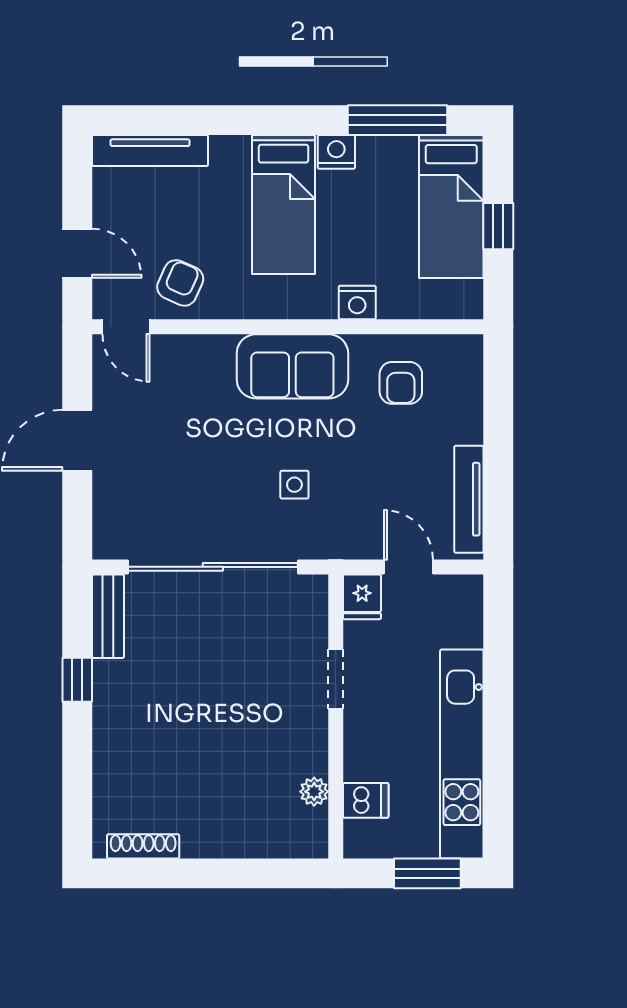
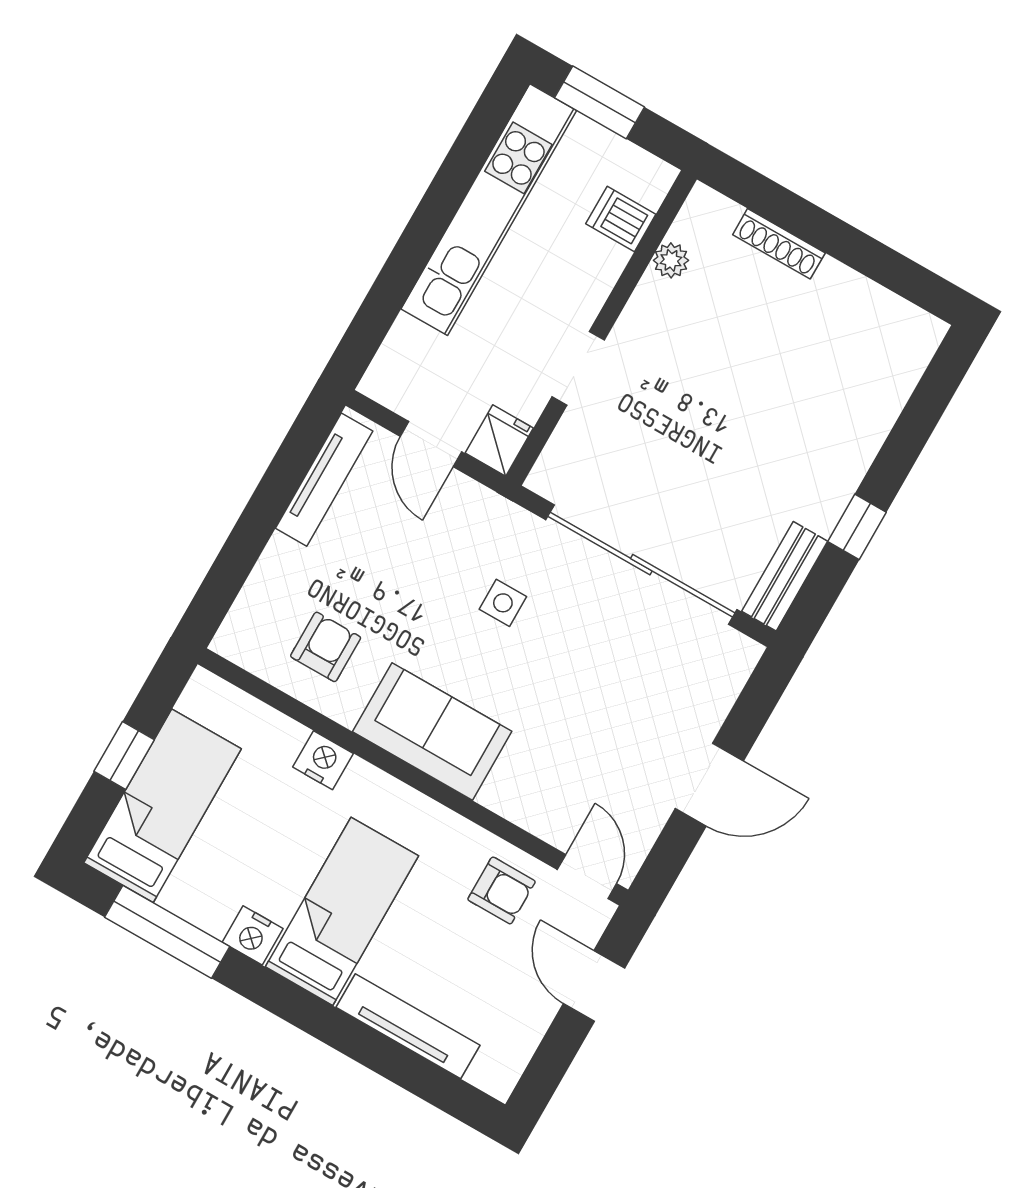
tv unit: (150, 151) -> (408, 1026), moved
armchair: (180, 283) -> (502, 890), turned -114
shoe rack: (143, 846) -> (779, 244), moved

